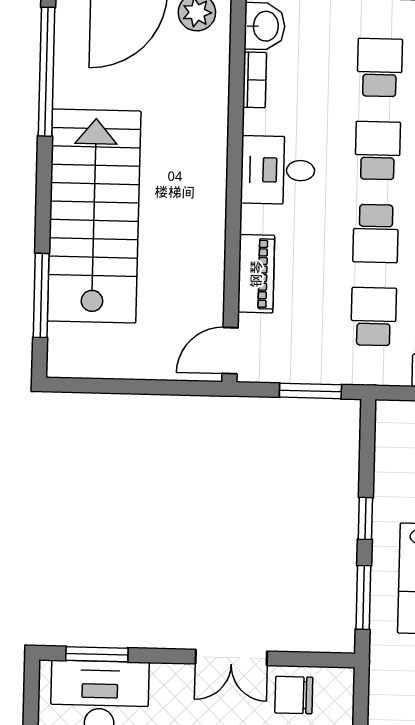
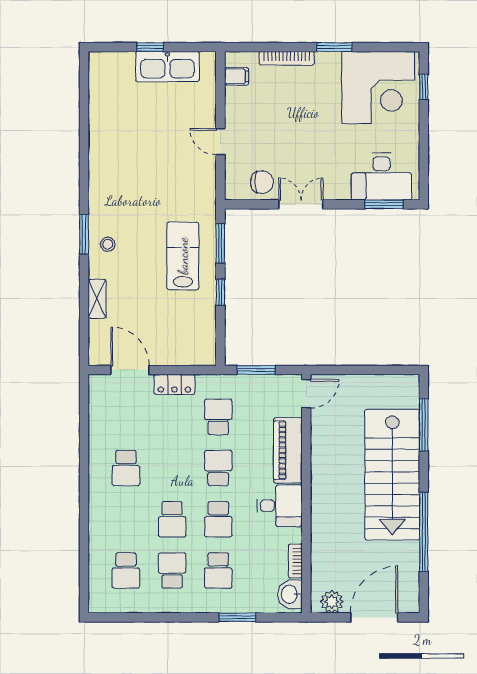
window: (47, 72) -> (424, 532), moved
piano: (256, 274) -> (288, 450), width x1.37, depth x1.33
school desk: (374, 317) -> (218, 417), turned 180

